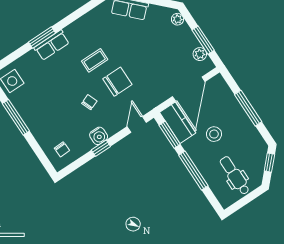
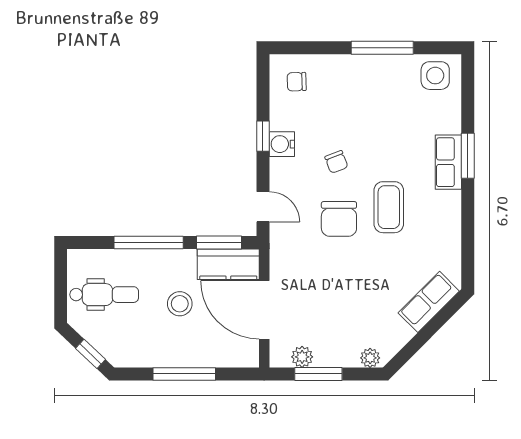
coffee table: (95, 60) -> (389, 207), width x1.36, depth x1.30

